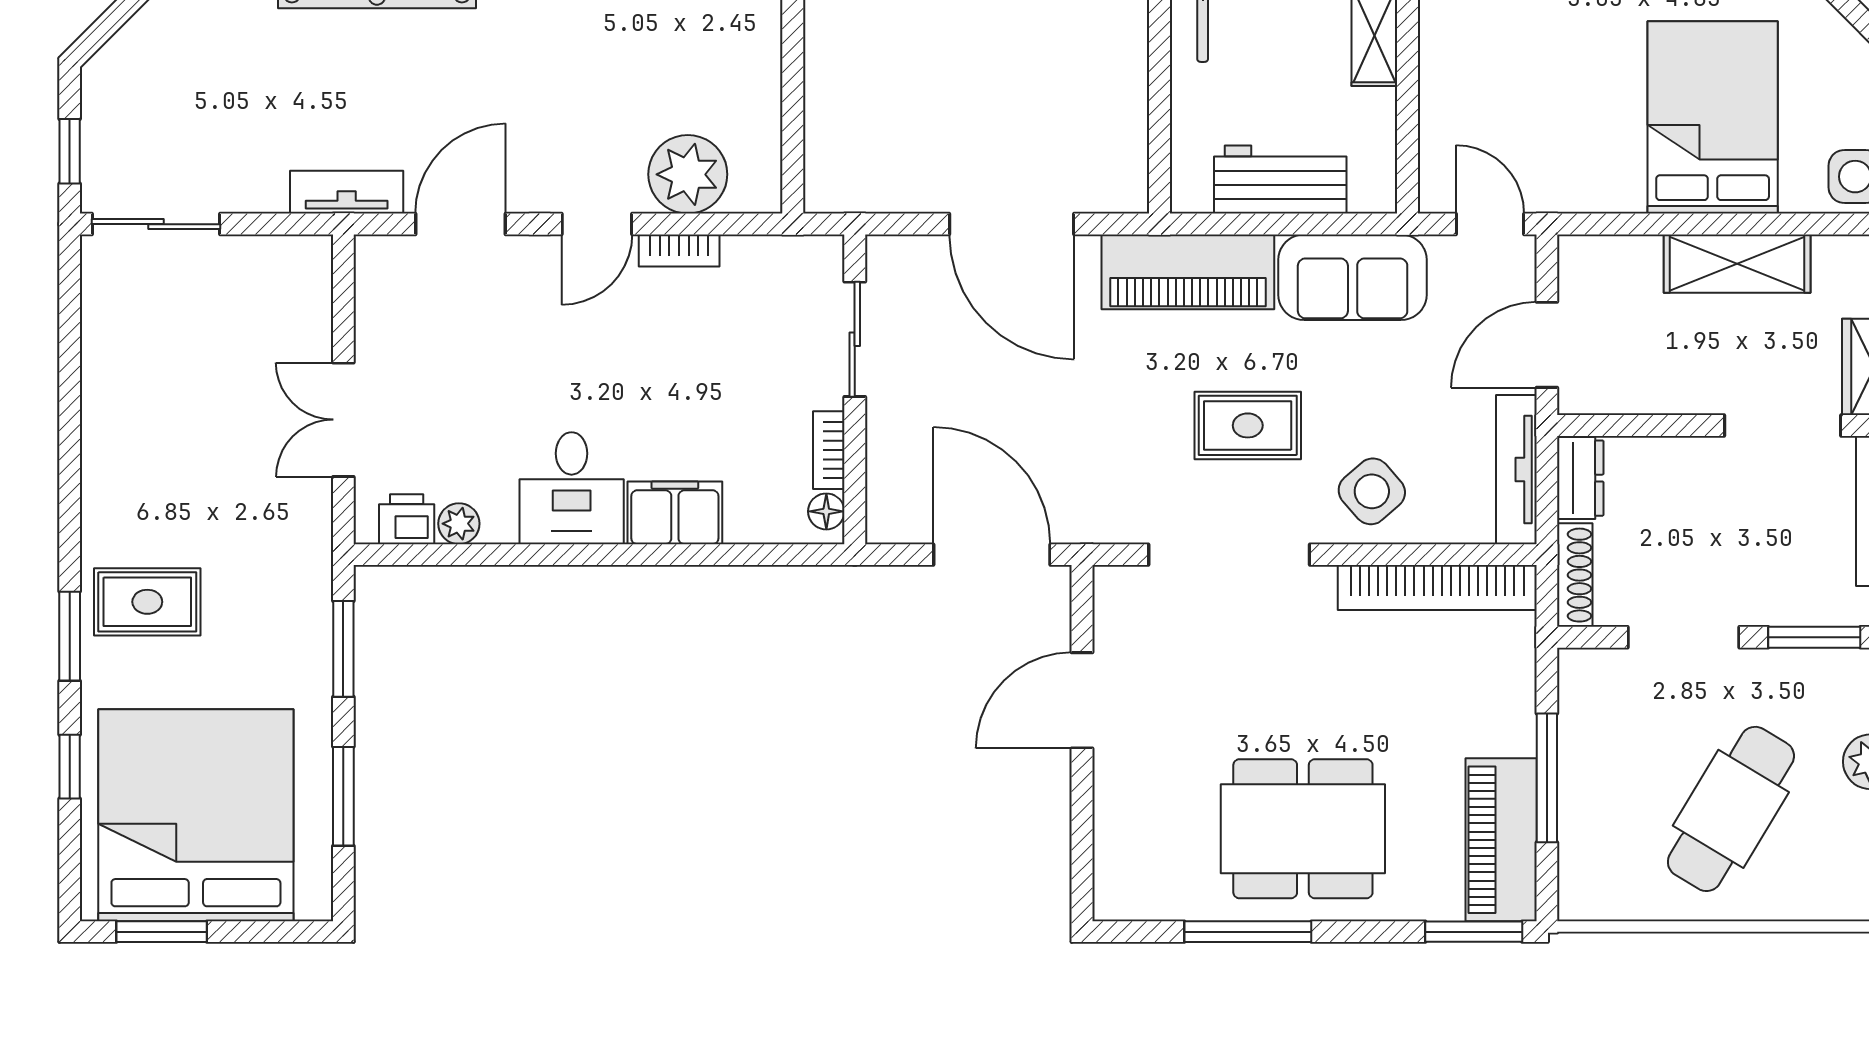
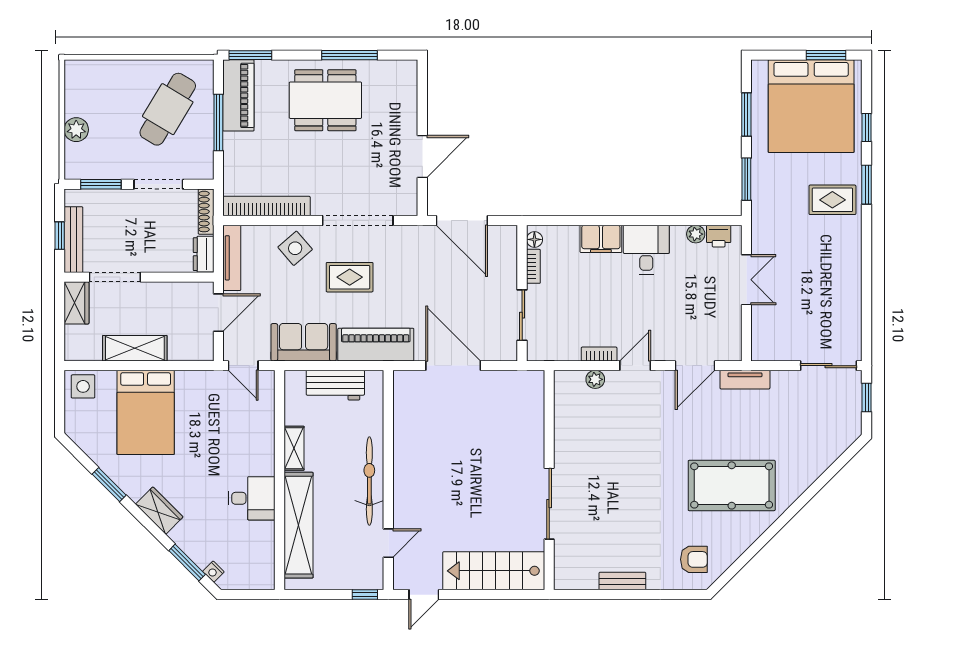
plant: (688, 174) -> (595, 379), width x0.53, depth x0.53
cafe table: (1731, 809) -> (168, 109), moved

